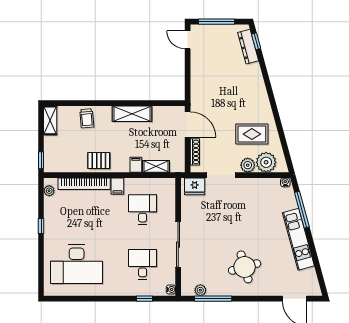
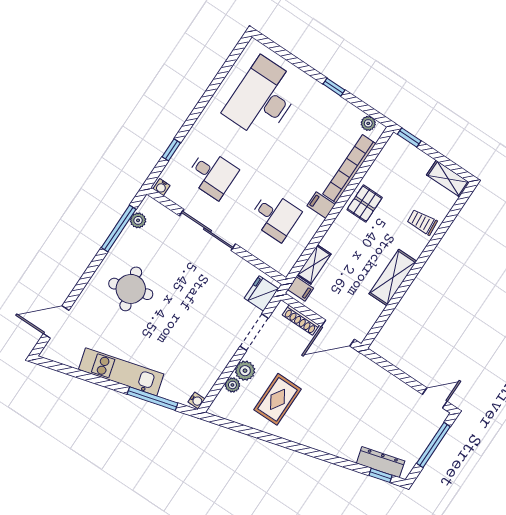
plant: (266, 162) -> (232, 385), width x0.53, depth x0.53
filing cabinet: (136, 165) -> (300, 289), moved

